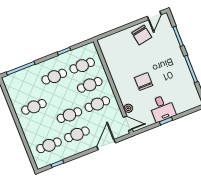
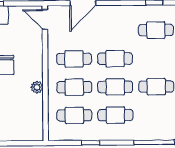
plant: (128, 108) -> (37, 87), moved
cafe table: (77, 134) -> (115, 87), moved

